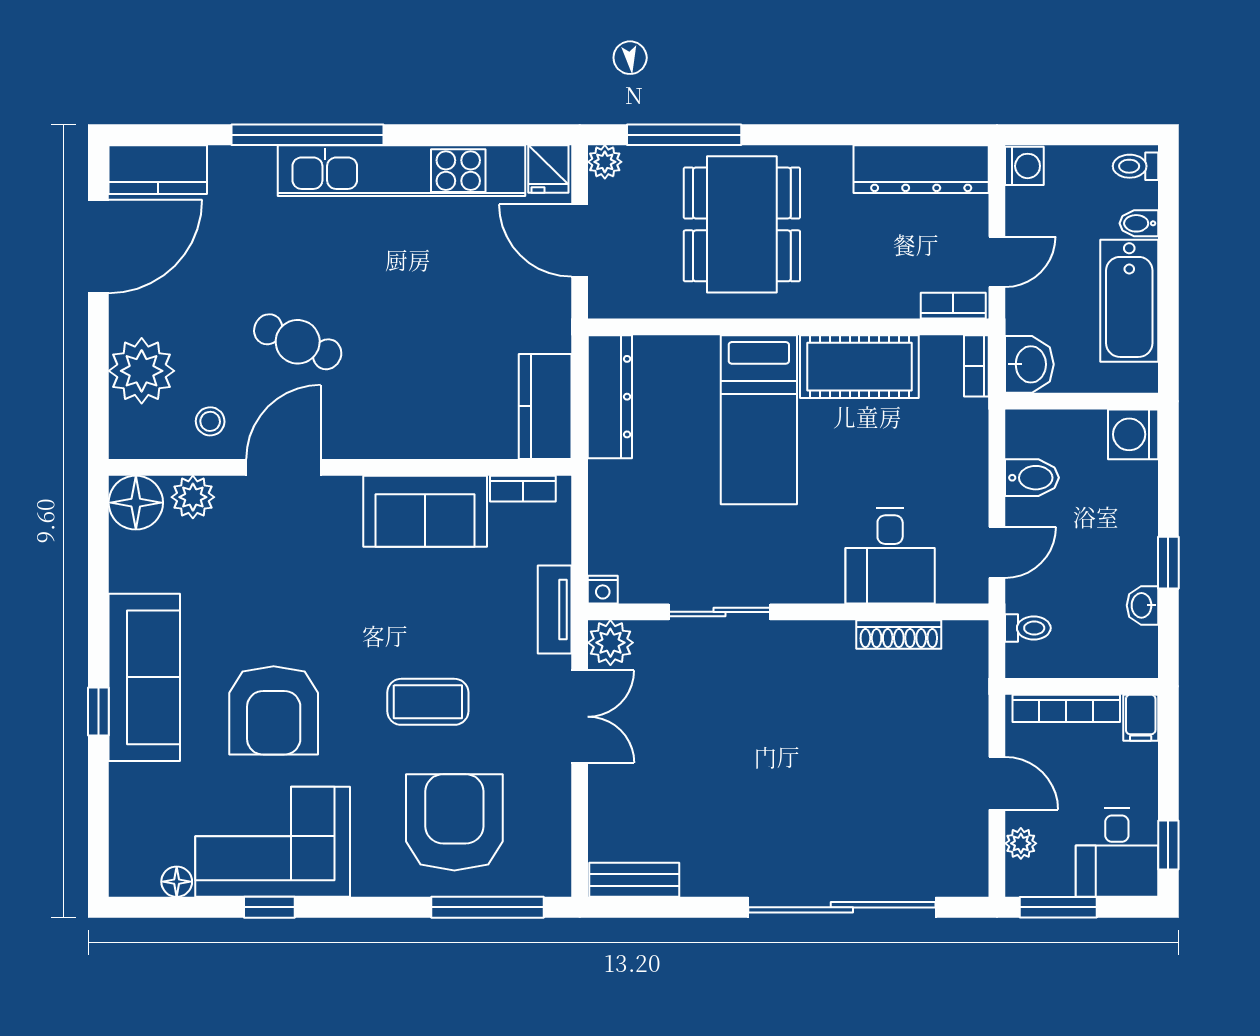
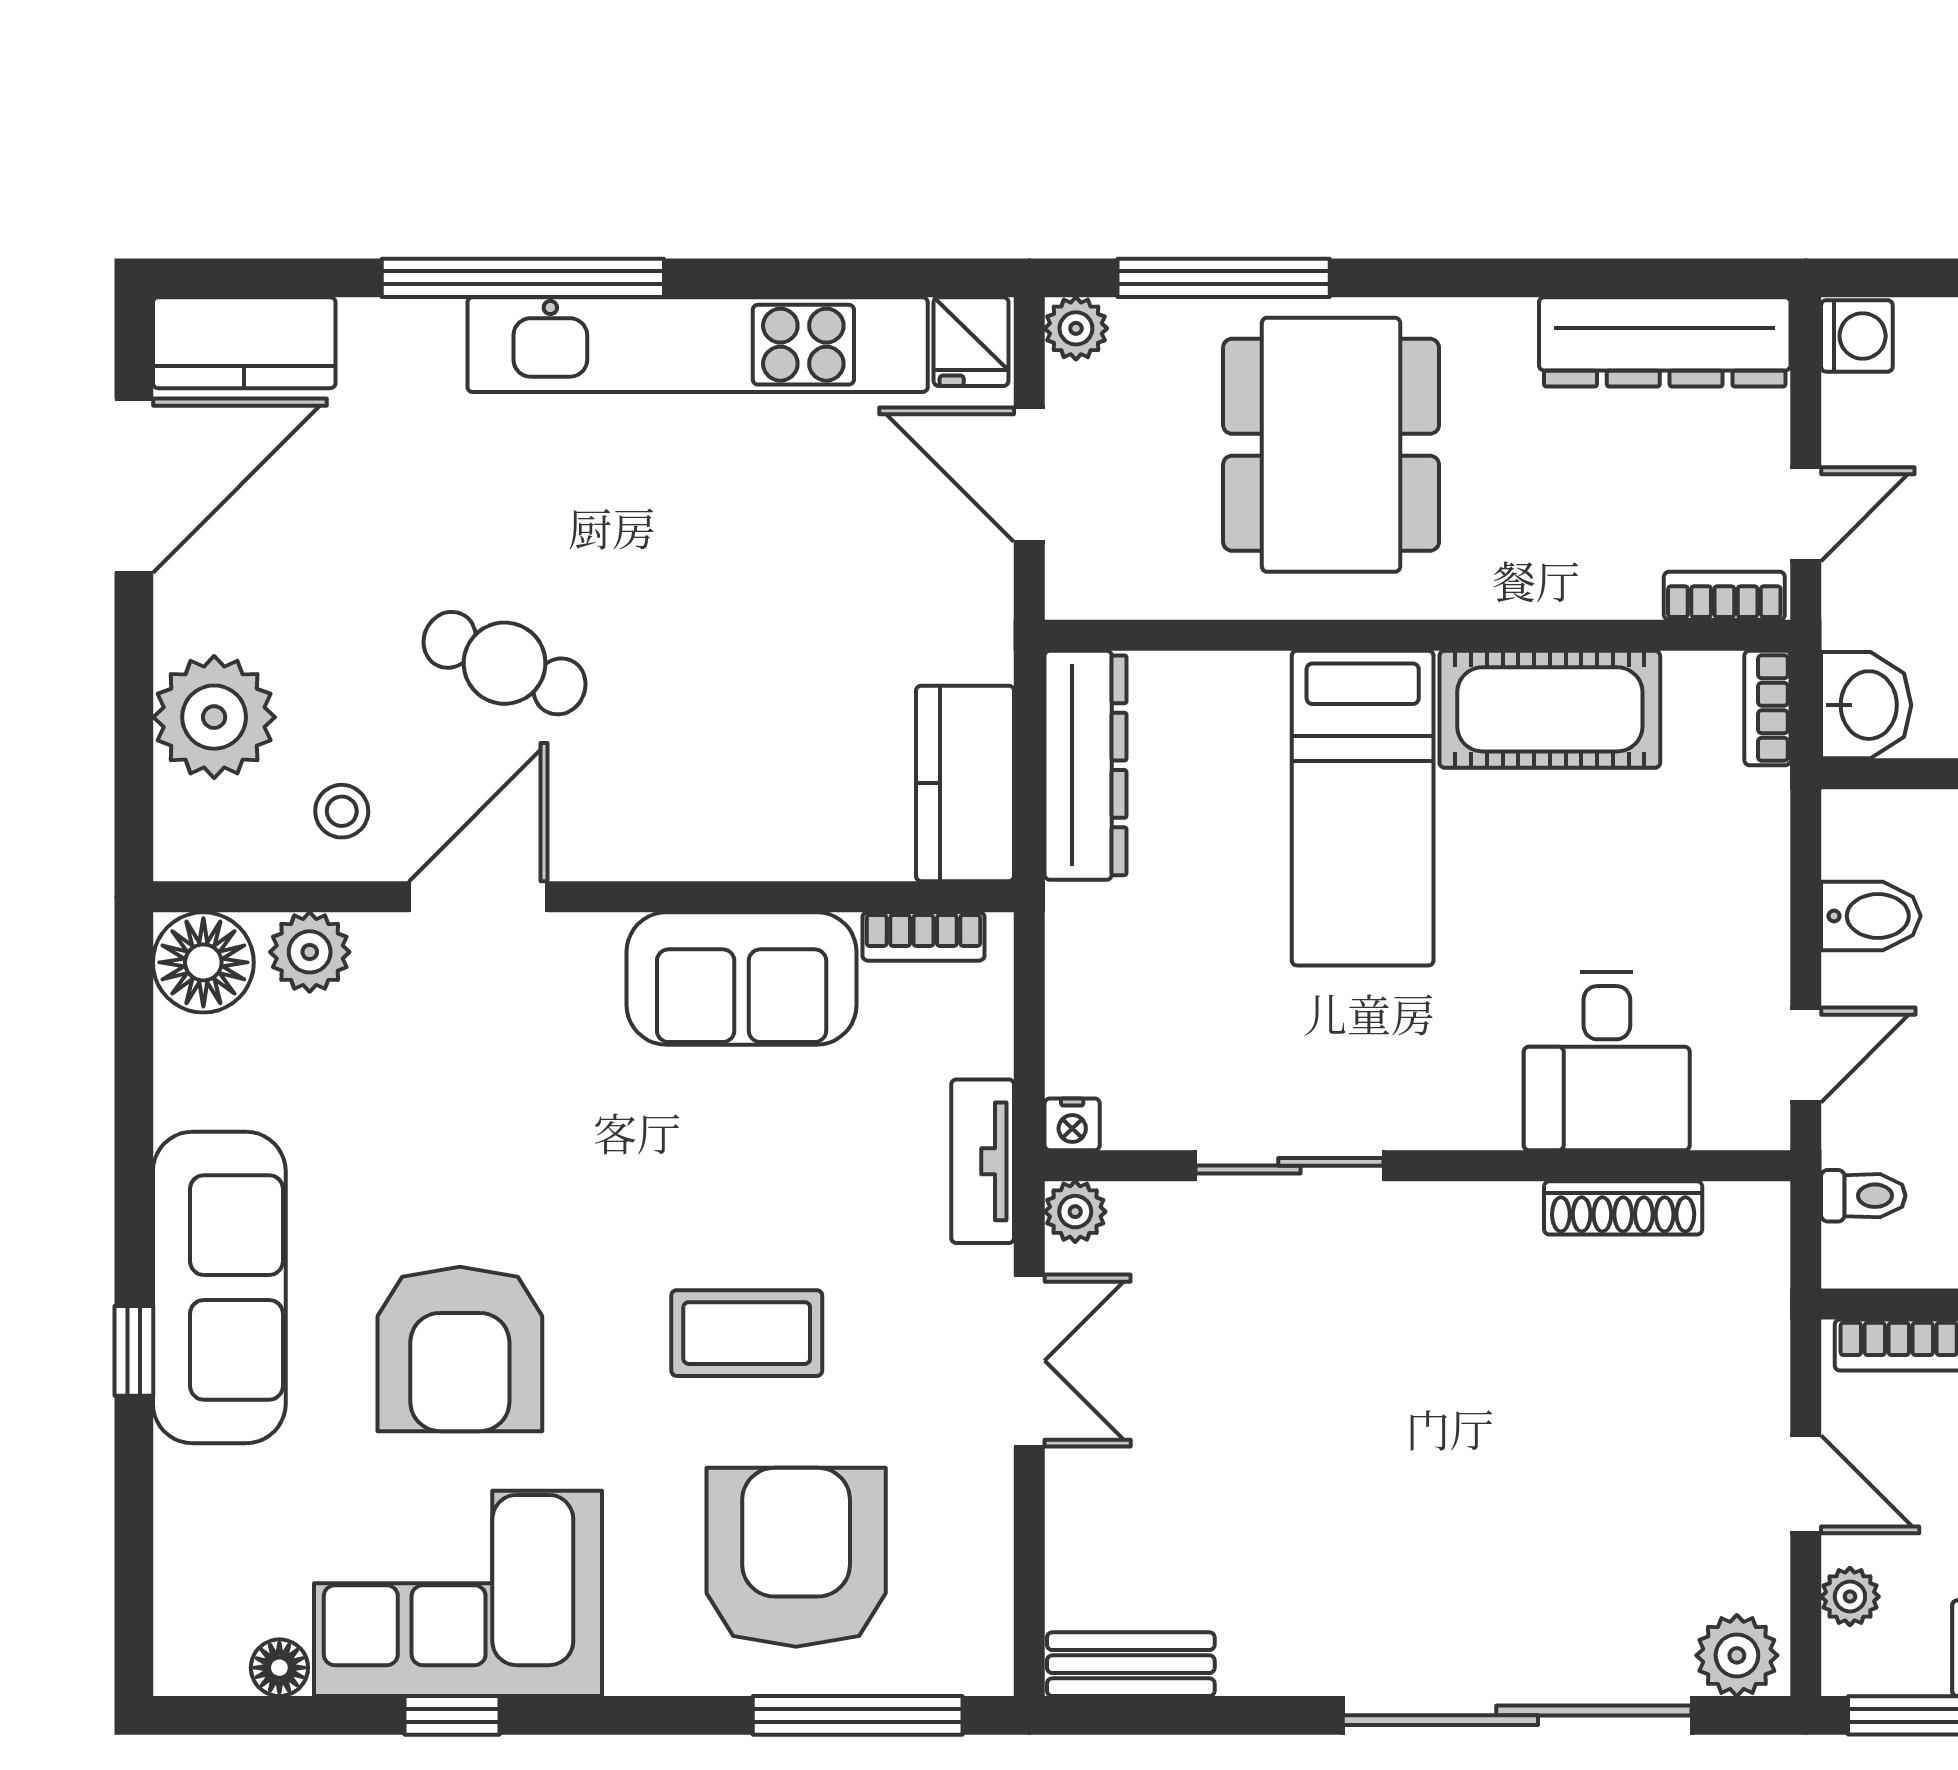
plant: (610, 643) -> (1075, 1212), width x0.73, depth x0.73
plant: (960, 875) -> (1737, 1655), added

